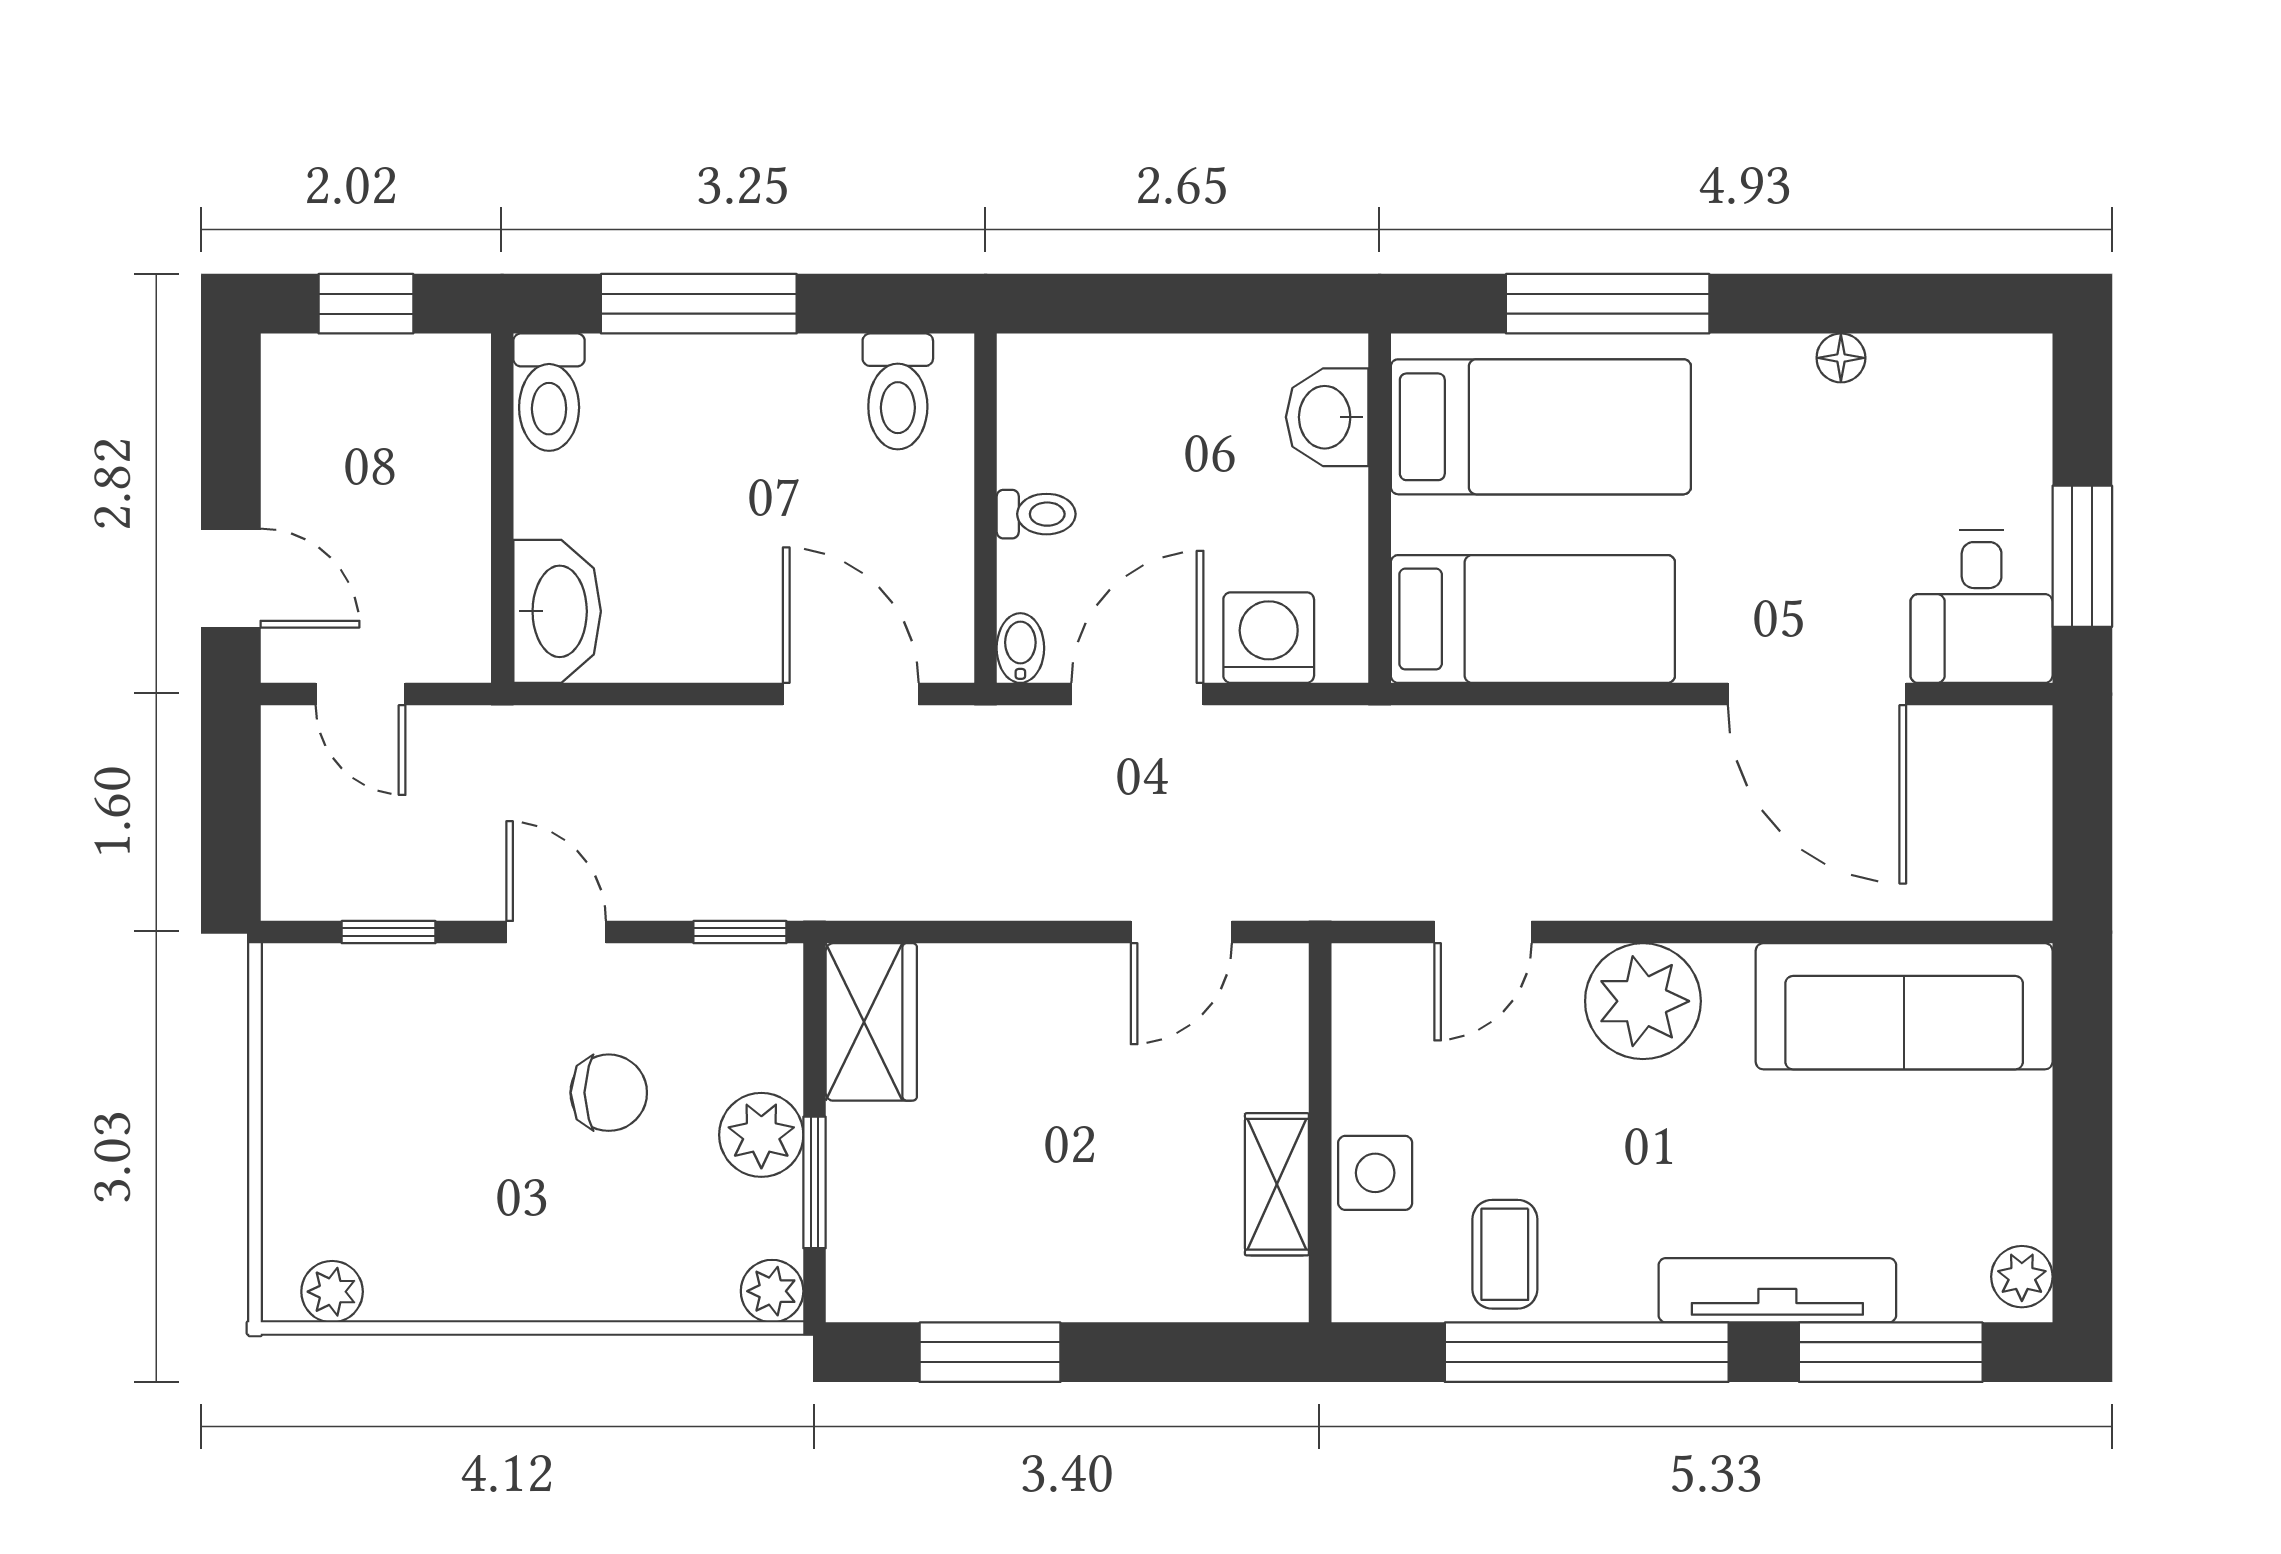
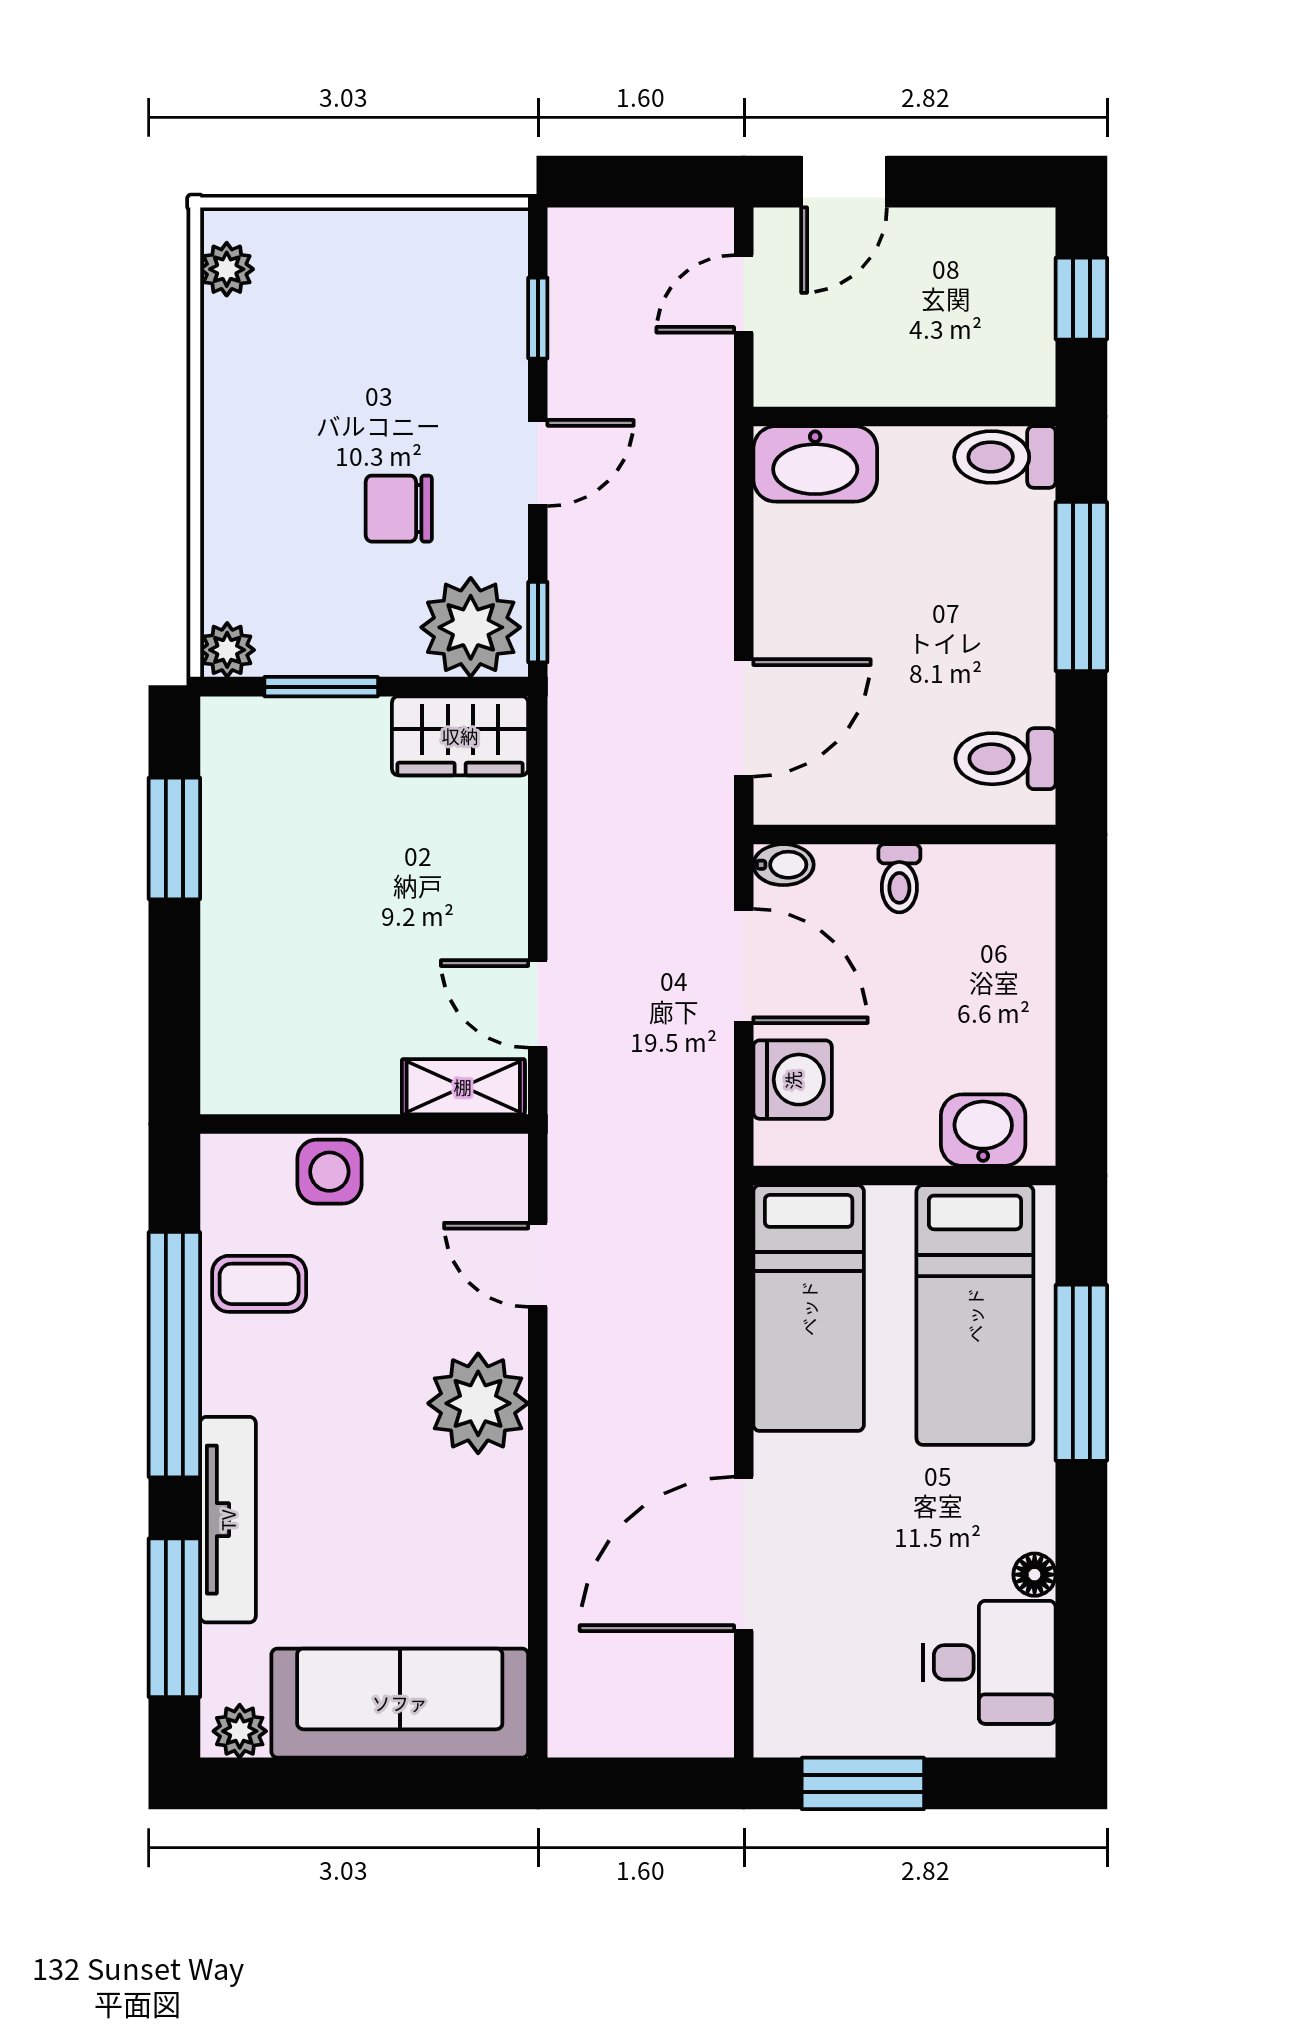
desk: (1982, 606) -> (989, 1662), moved, turned 180
sofa: (1904, 1006) -> (400, 1703), moved, turned 90
chair: (609, 1093) -> (399, 509), turned 90
plant: (761, 1135) -> (471, 627), moved, width x1.36, depth x1.36
shelving: (1277, 1184) -> (463, 1087), moved

